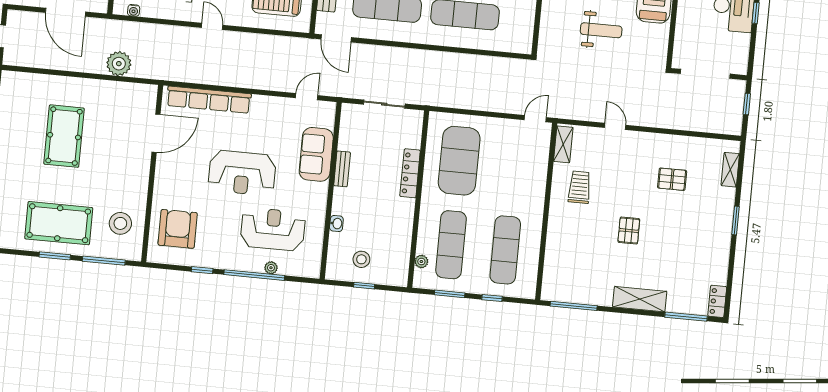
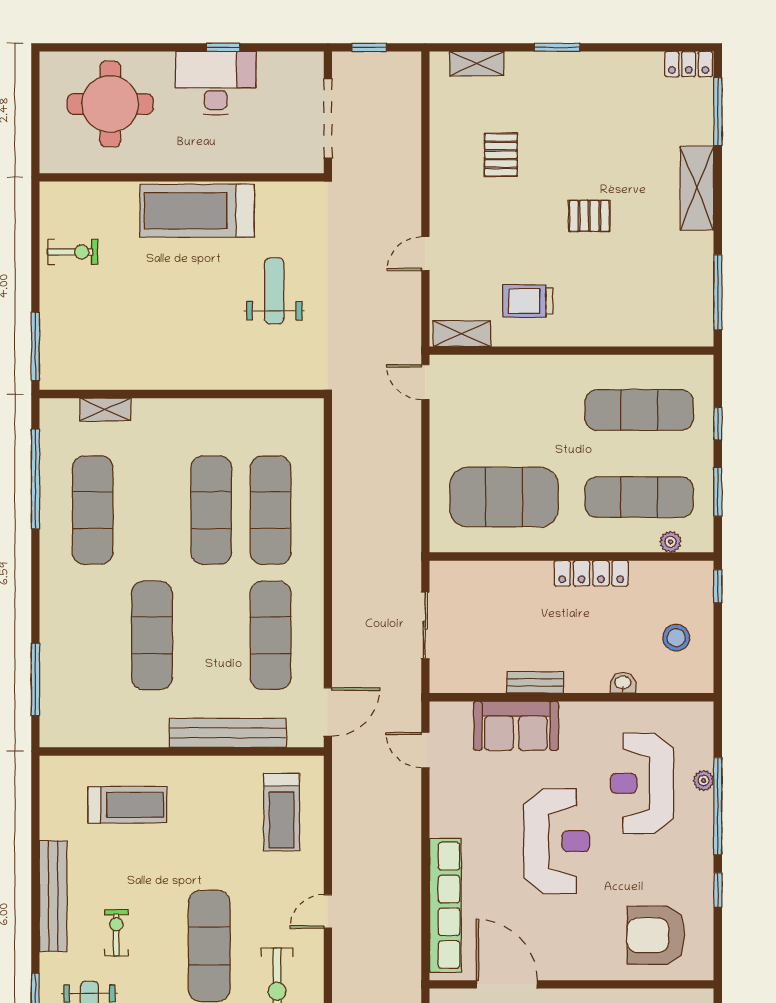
locker: (410, 173) -> (591, 573), moved
window: (364, 286) -> (718, 586), moved

